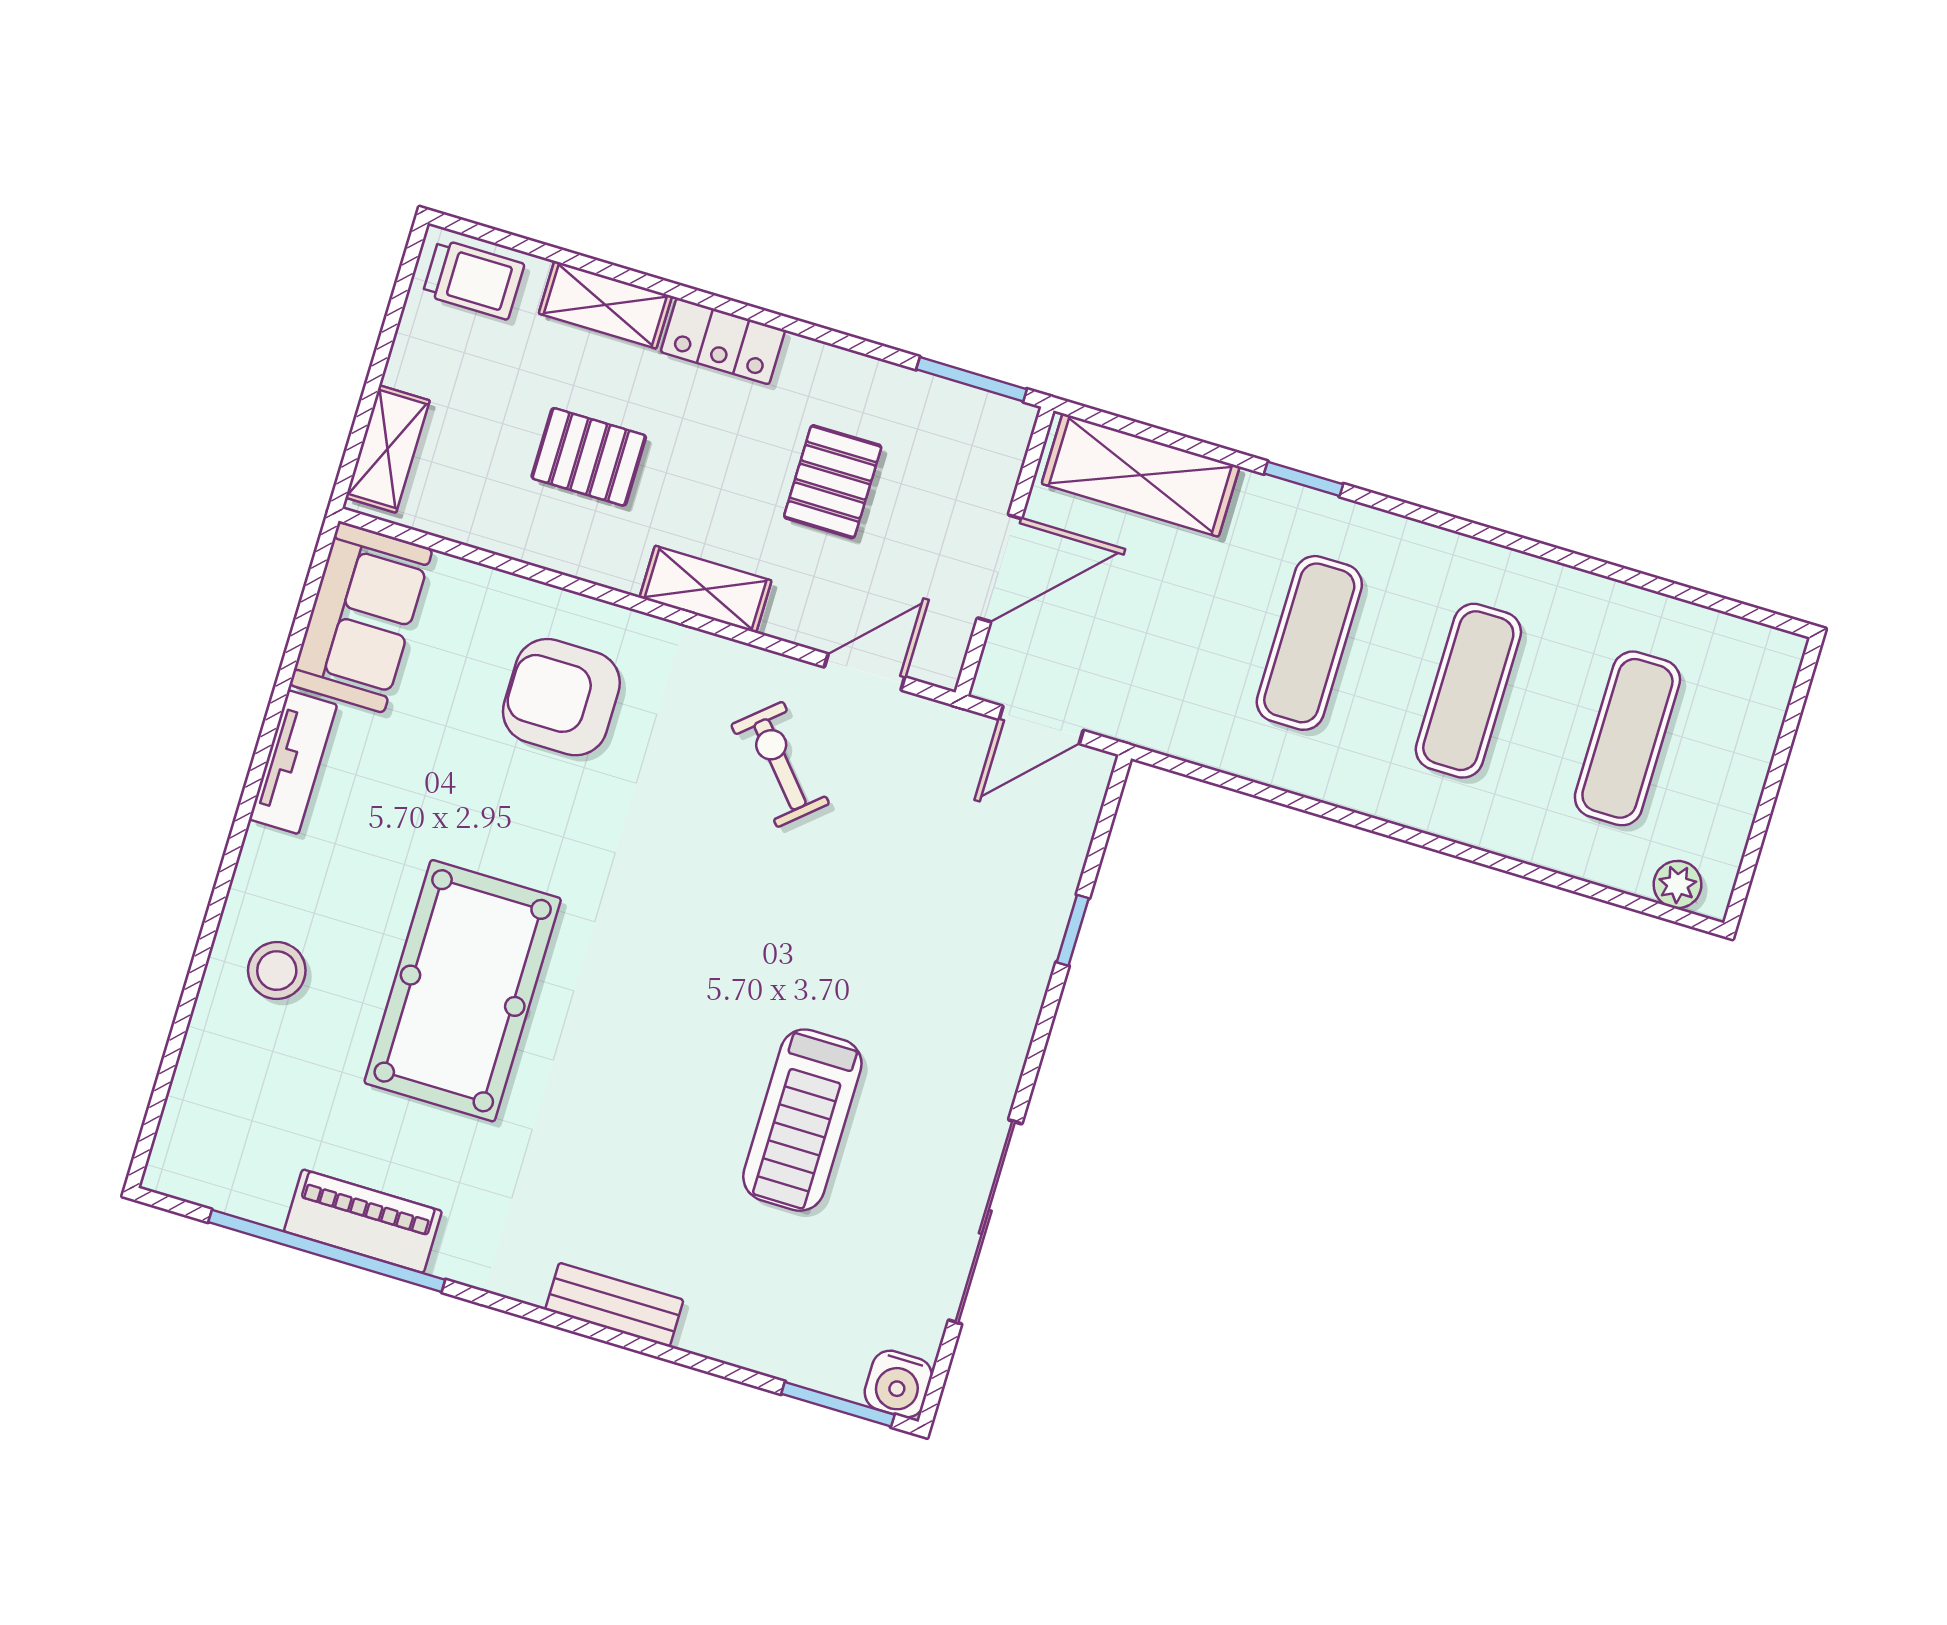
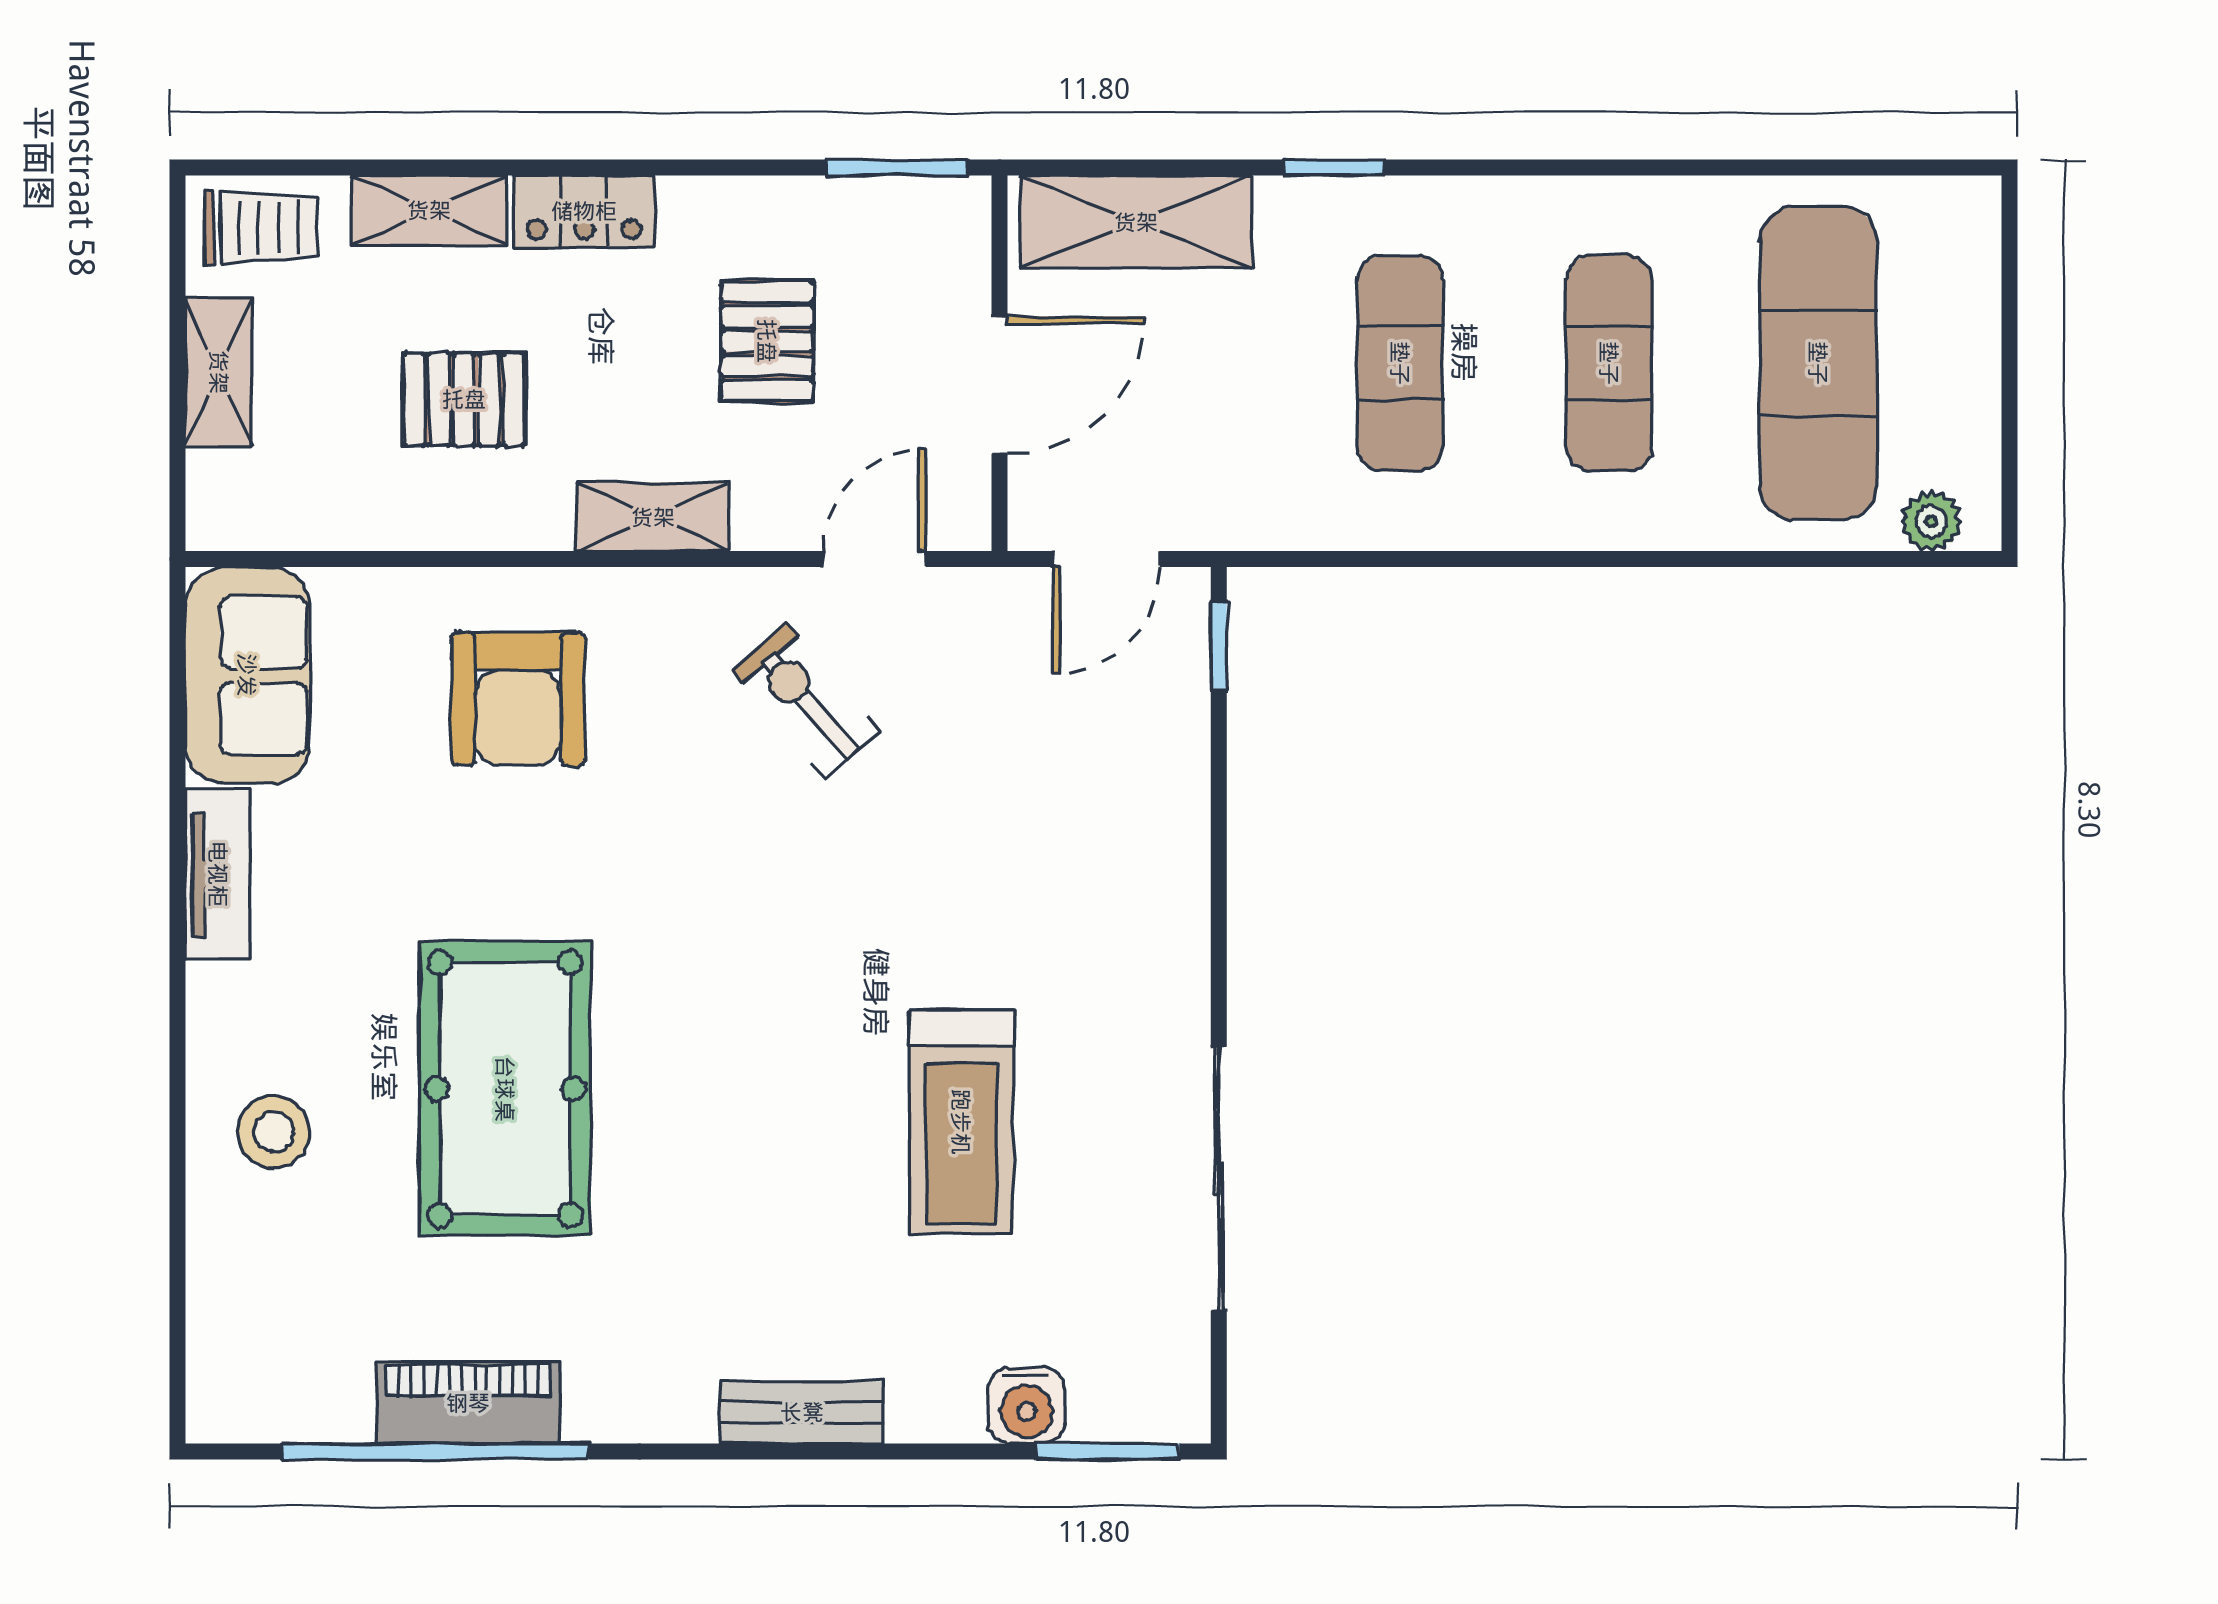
shelving: (388, 449) -> (219, 372), moved
armchair: (561, 697) -> (518, 699), turned -90
exercise mat: (1627, 738) -> (1818, 363), width x1.36, depth x1.45
window: (1073, 930) -> (1219, 646), moved
water cooler: (898, 1384) -> (1026, 1405), moved

